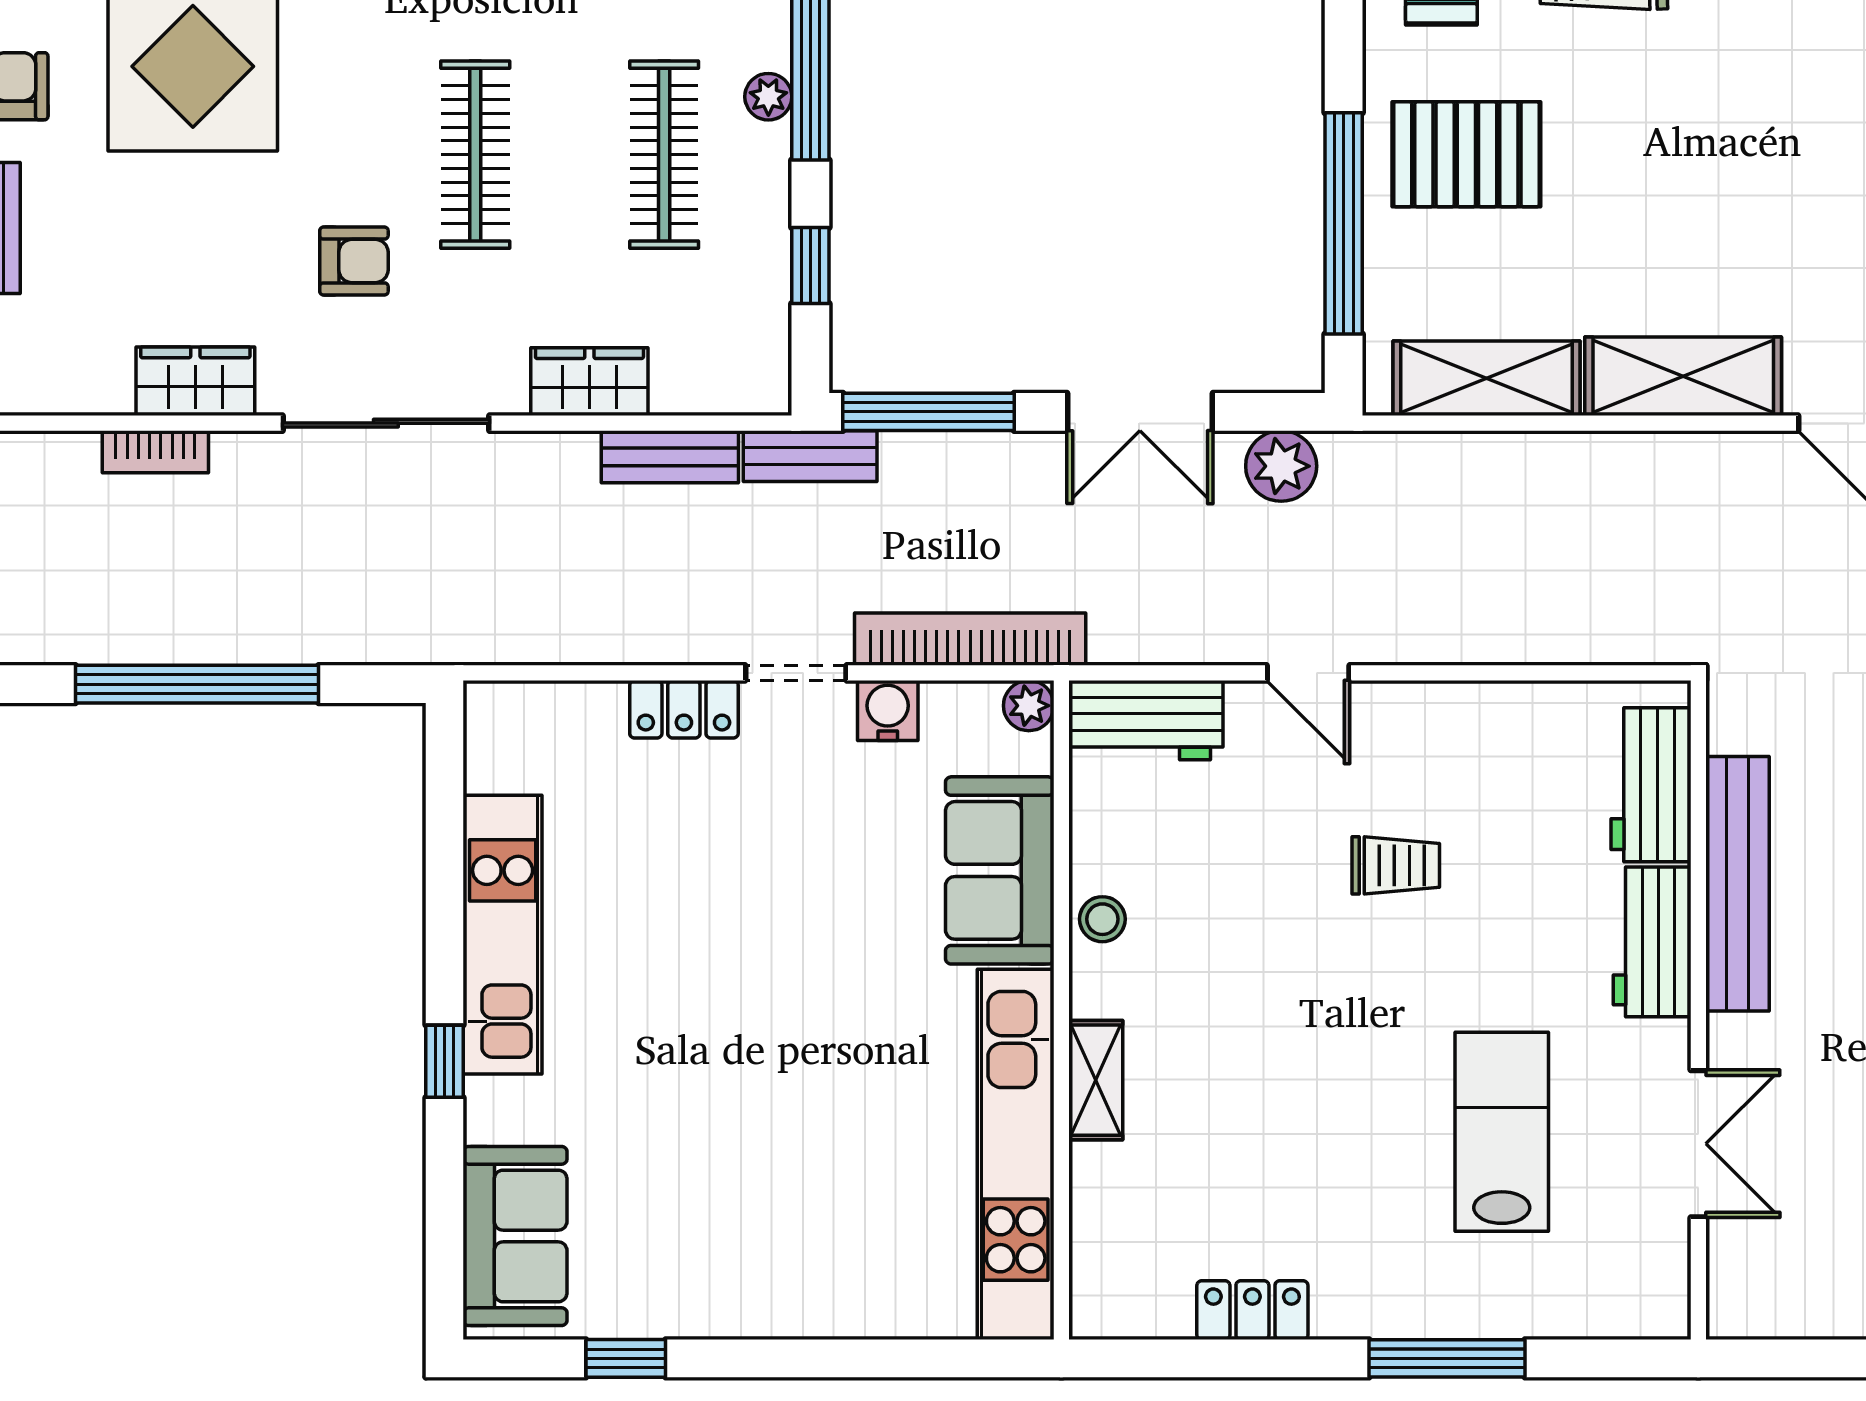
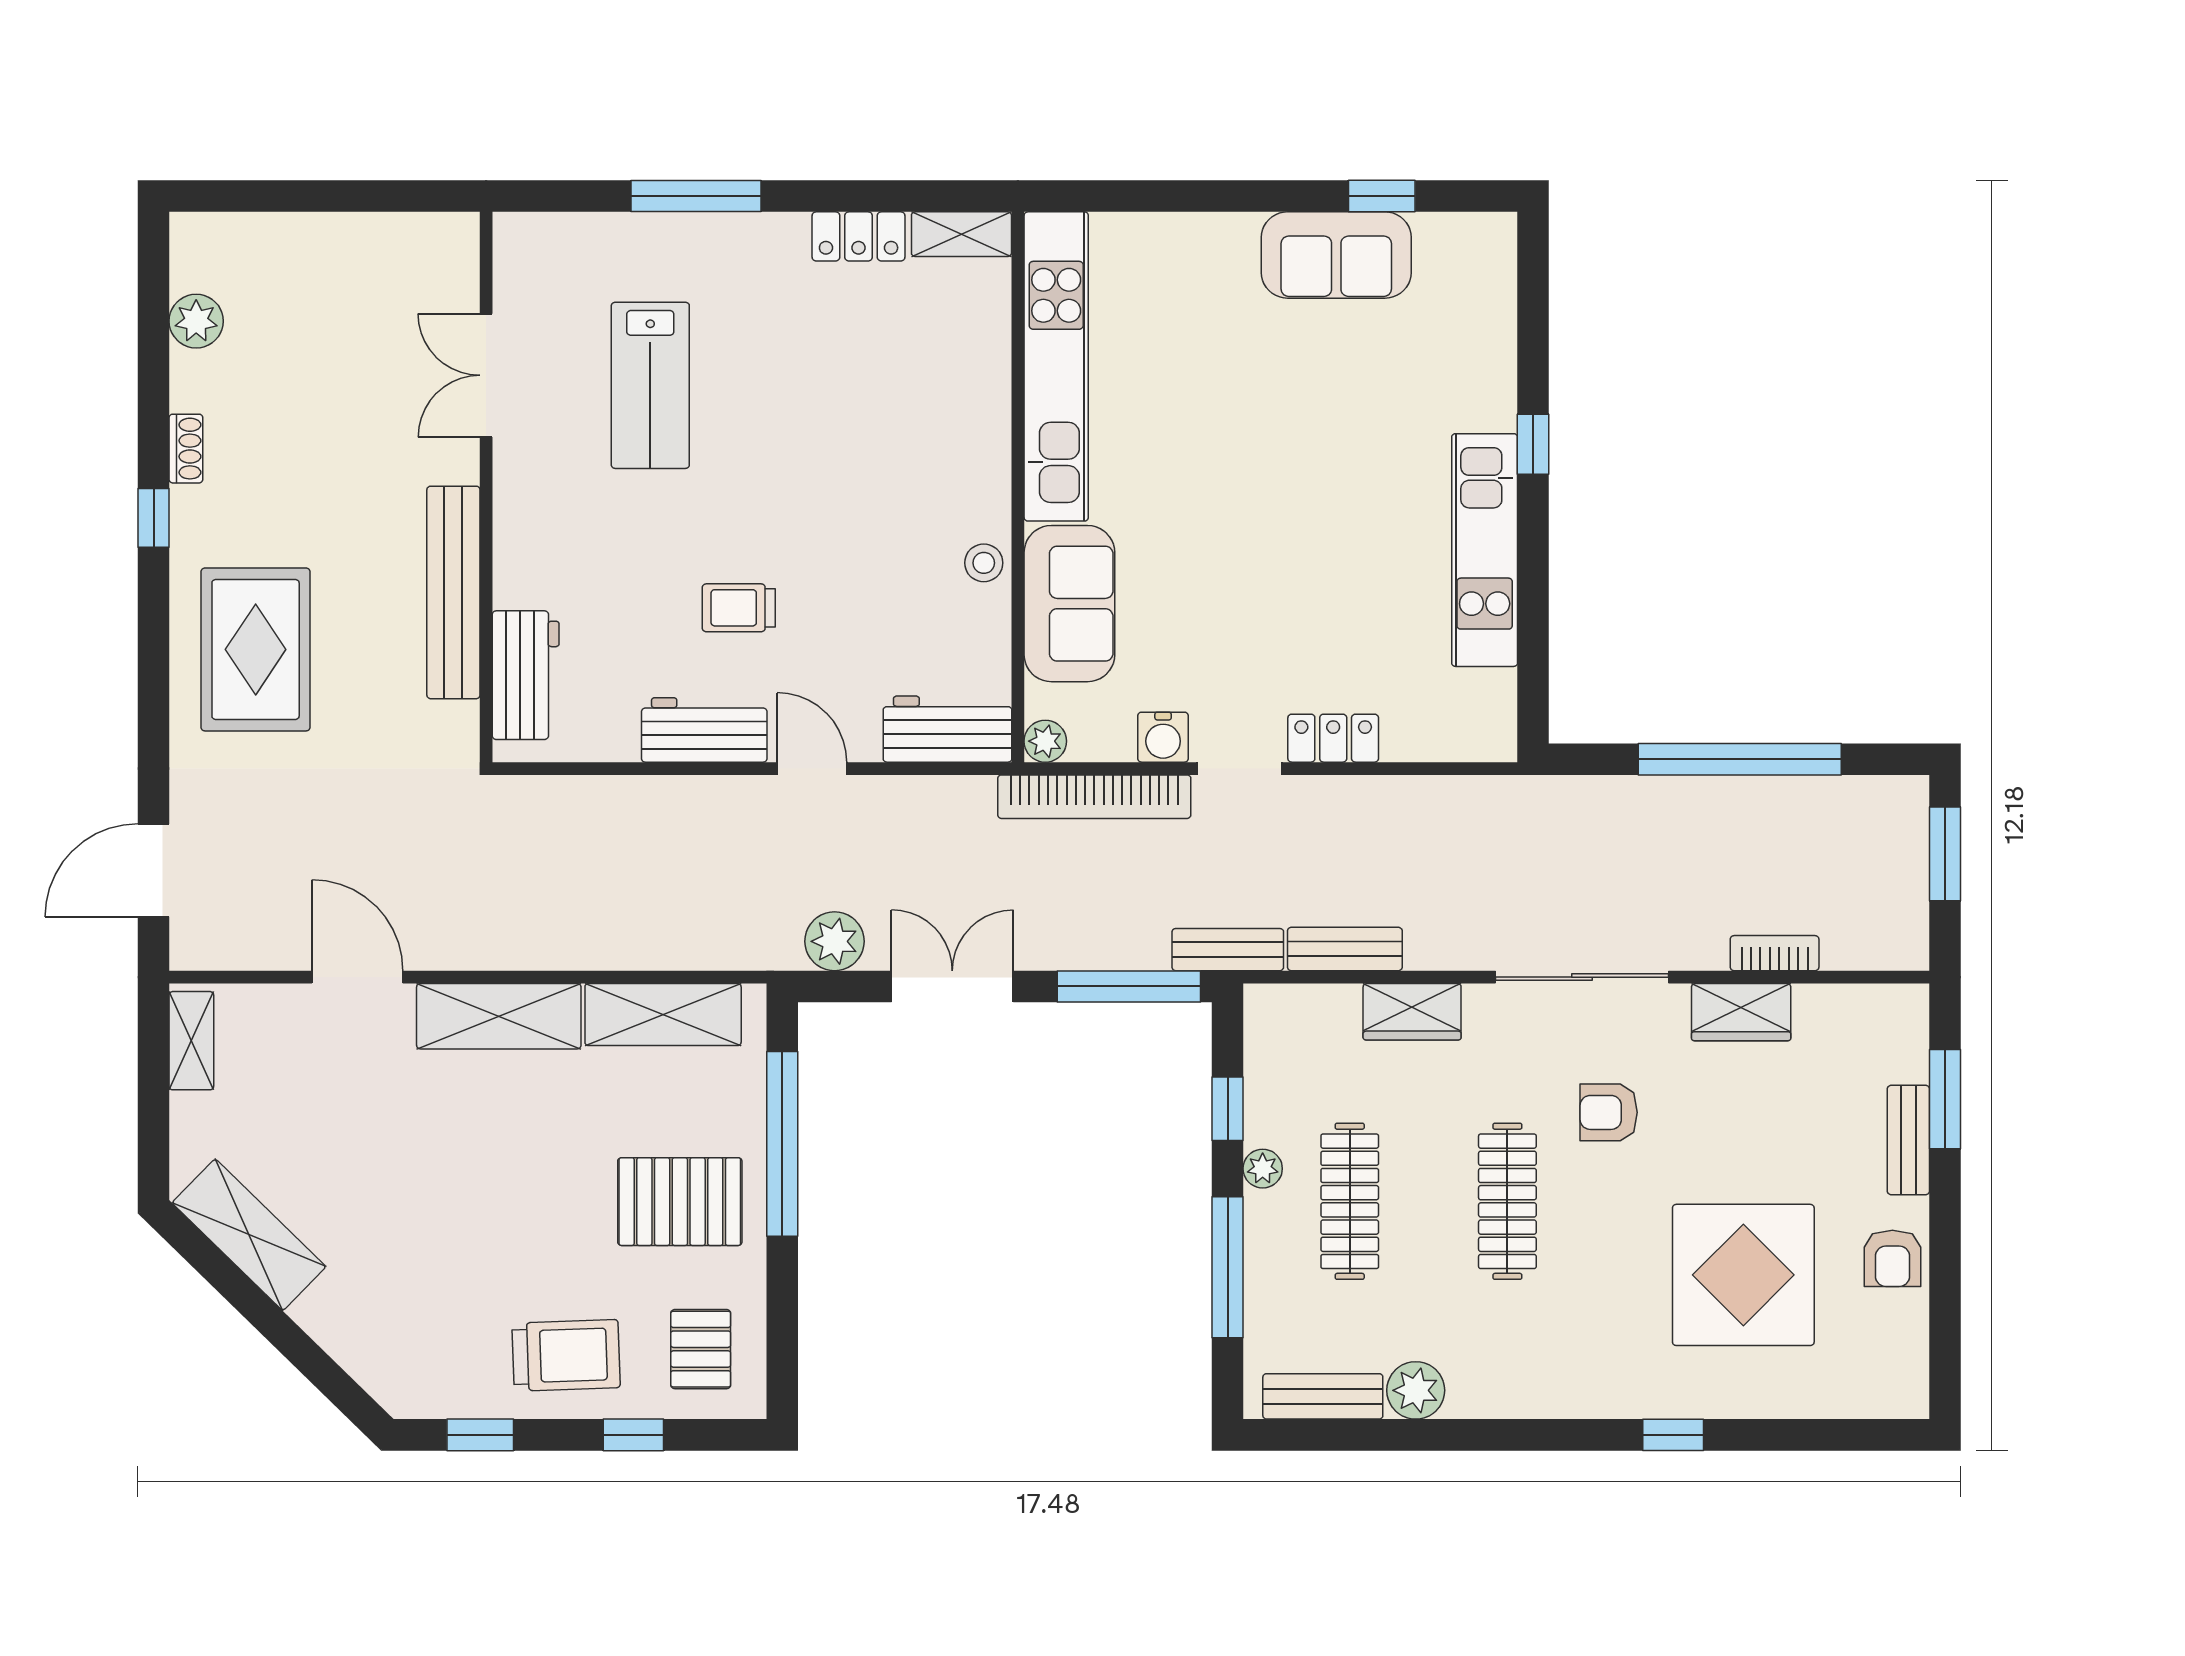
plant: (768, 97) -> (1263, 1169), moved
workbench: (1652, 942) -> (704, 730), moved, turned -90
shelving: (1096, 1080) -> (961, 234), moved, turned 90
sofa: (515, 1236) -> (1336, 255), moved, turned -90

